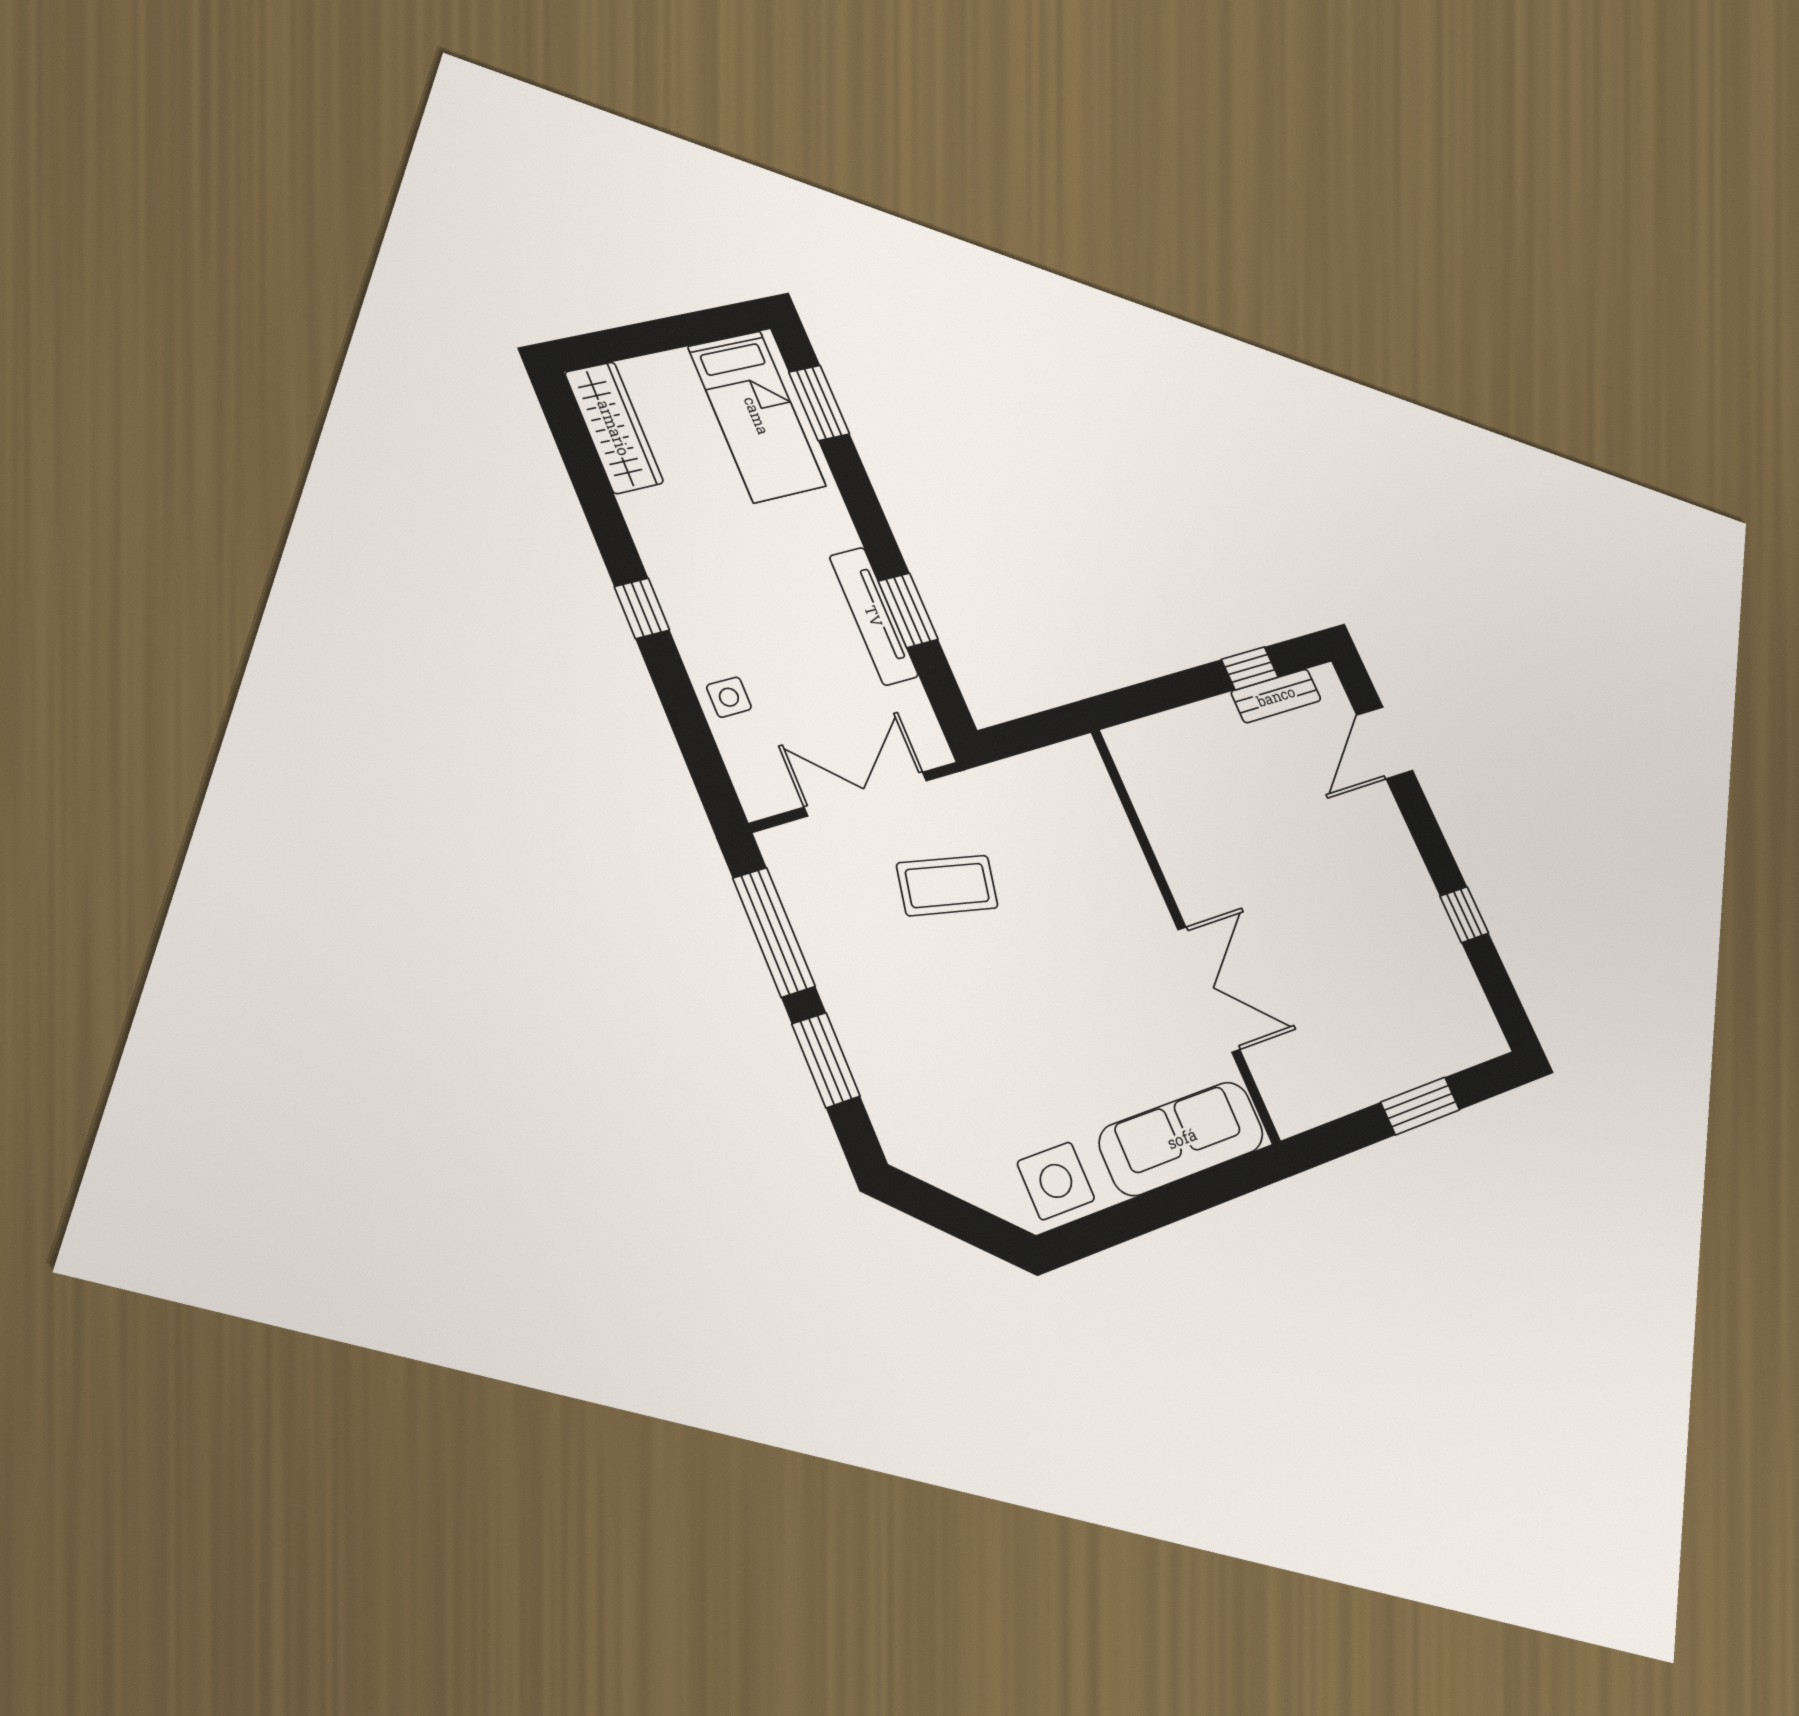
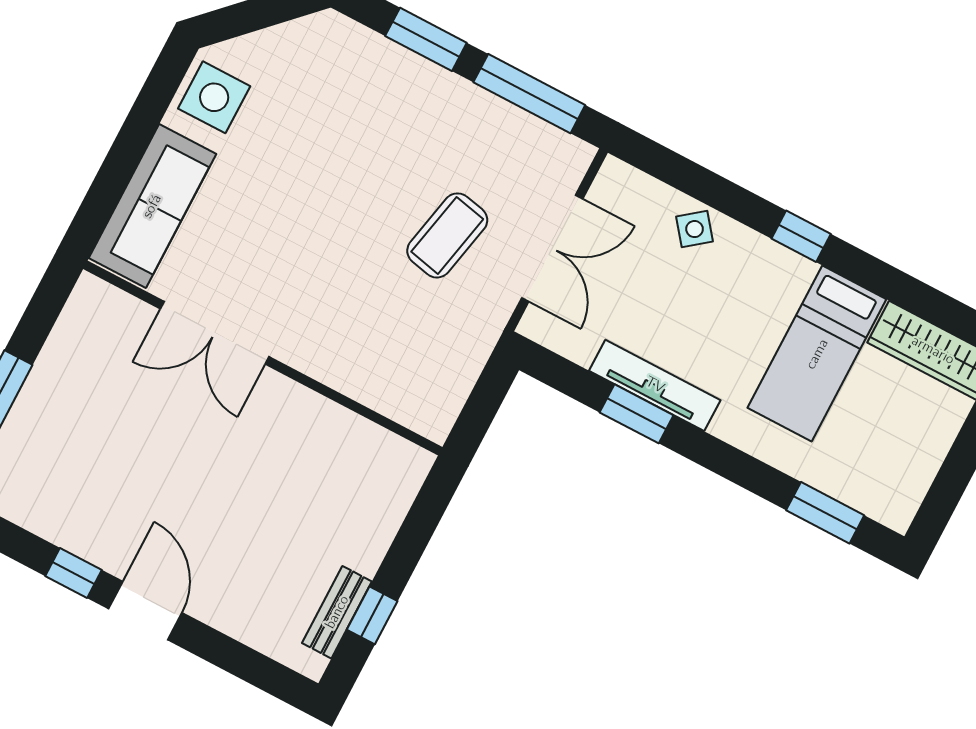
bed: (757, 416) -> (817, 354), moved, turned -90
side table: (729, 697) -> (695, 229), turned -38
door: (1385, 743) -> (145, 611), moved

